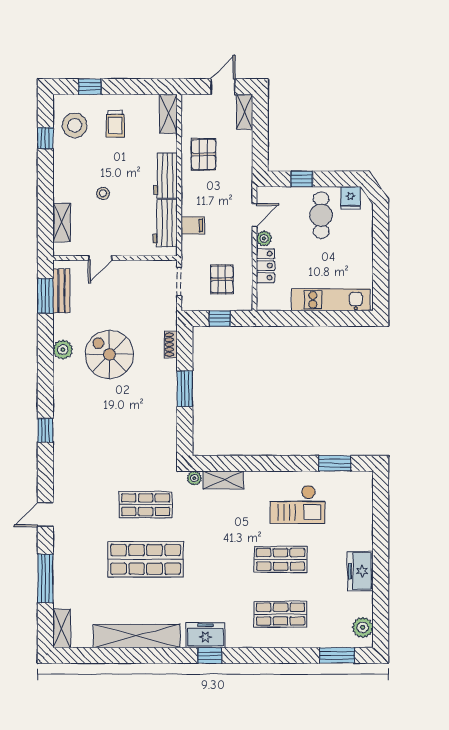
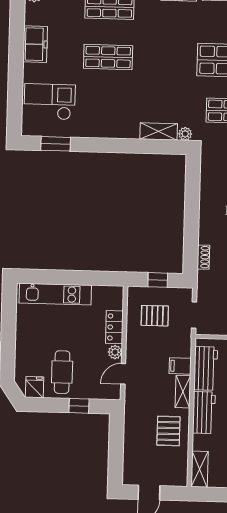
shelving: (245, 112) -> (183, 392), moved
pallet: (222, 279) -> (155, 316), turned 90
window: (185, 389) -> (192, 216), removed
checkout: (297, 504) -> (50, 102), moved

